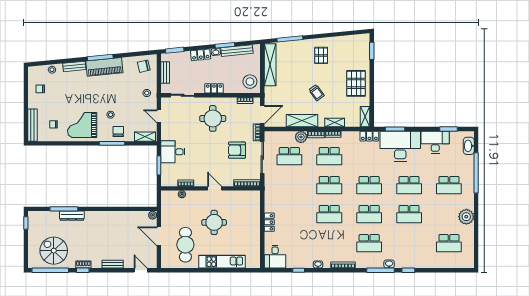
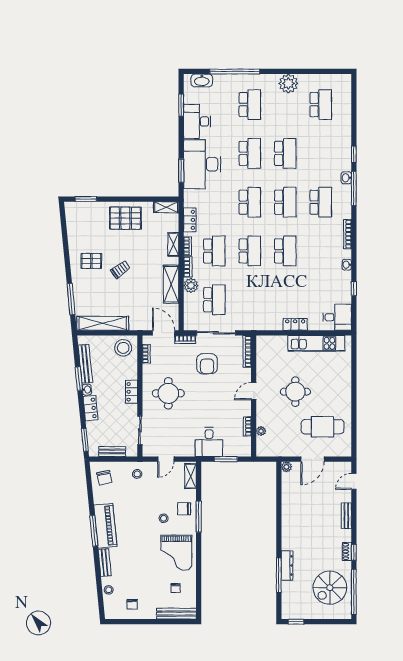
trolley: (317, 93) -> (120, 269), moved
locker: (369, 136) -> (190, 220), moved
kitchen unit: (222, 262) -> (316, 343), moved, turned -90

